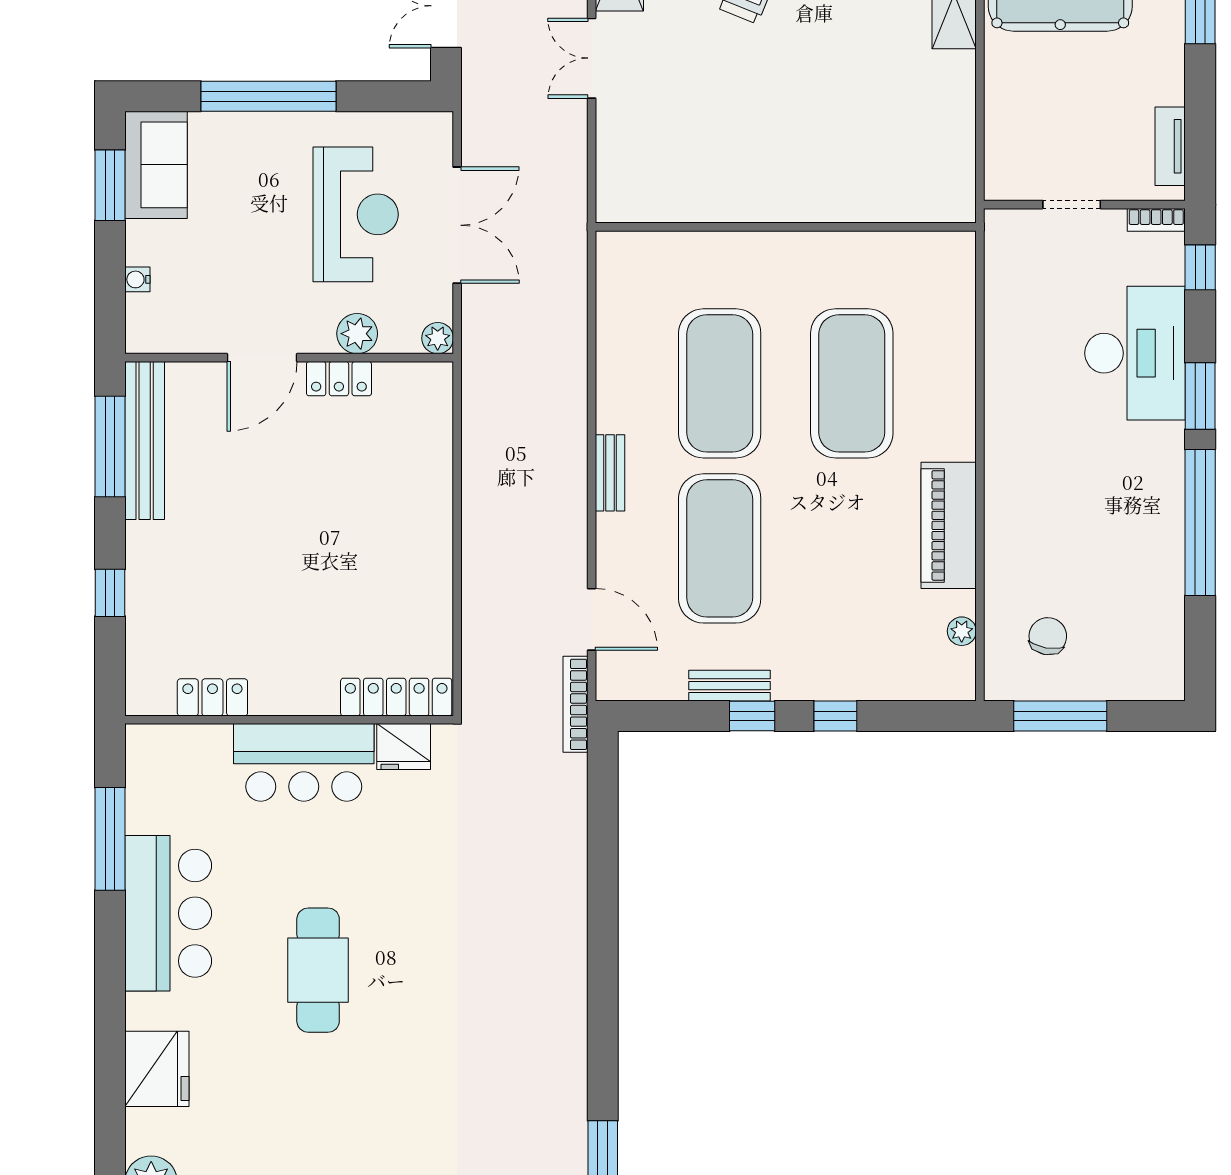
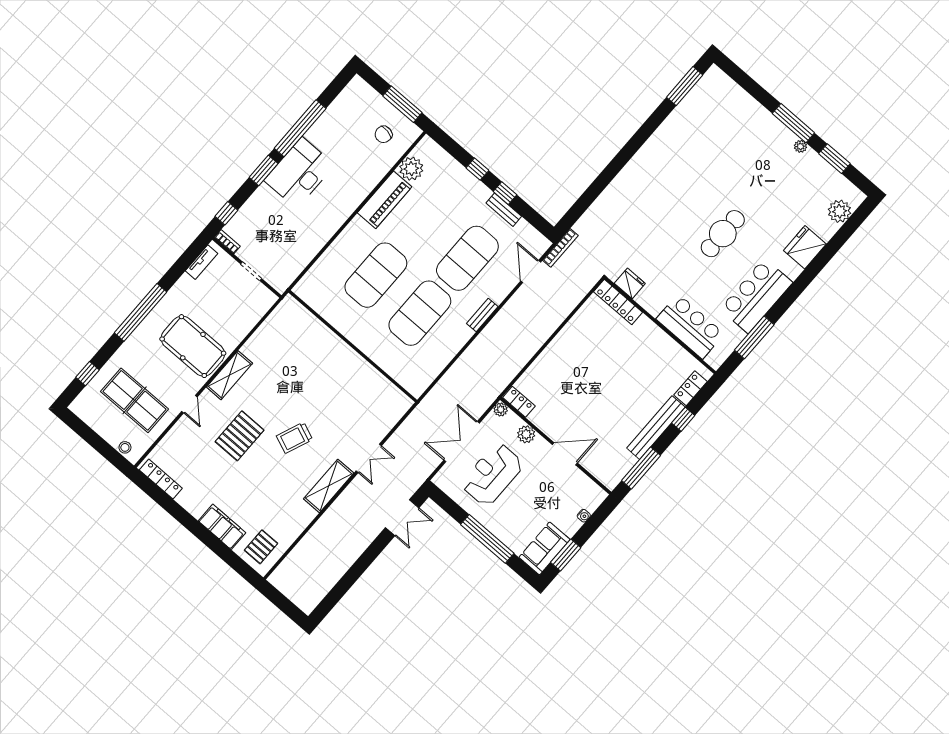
desk: (1135, 353) -> (299, 173), moved
locker: (339, 379) -> (519, 402), moved
bench: (145, 440) -> (656, 428), moved
plant: (962, 631) -> (411, 169), width x1.88, depth x1.88
locker: (212, 697) -> (691, 388), moved, turned 90
bar counter: (304, 762) -> (690, 326), moved

